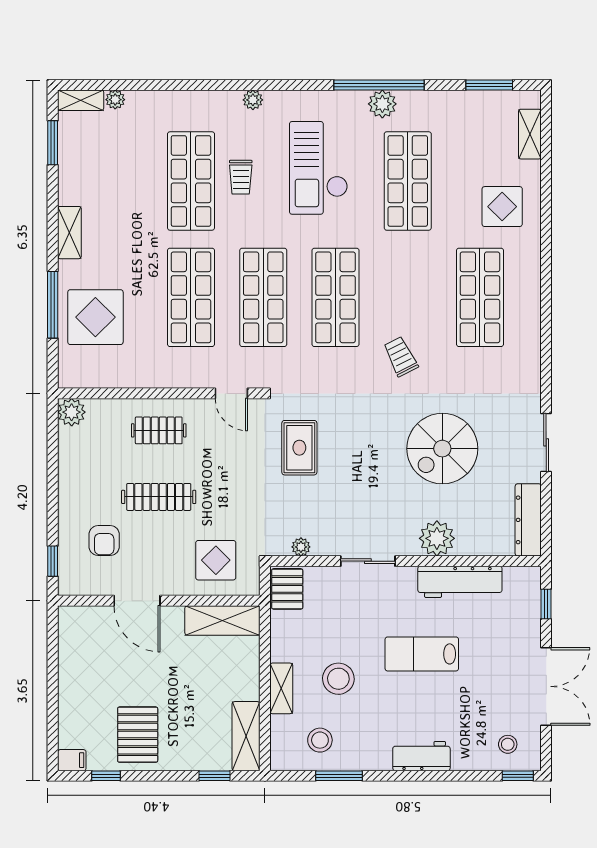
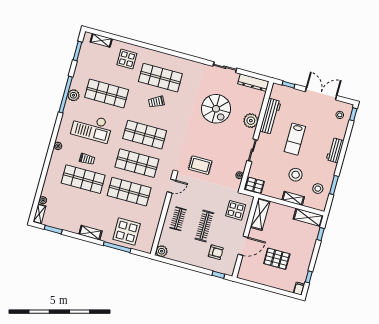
trolley: (401, 357) -> (156, 102), moved
pallet: (138, 735) -> (277, 259), moved

